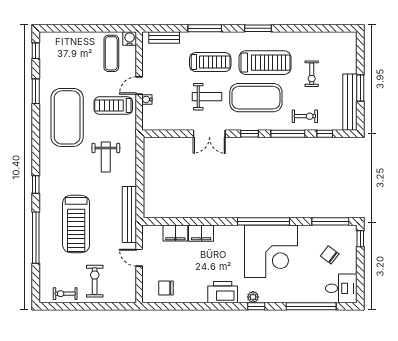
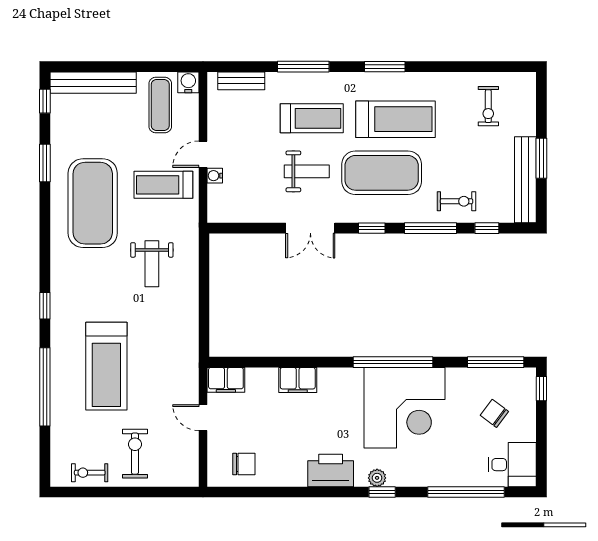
exercise bike: (312, 74) -> (488, 106), moved
bench: (129, 215) -> (93, 83), moved, turned 90
filing cabinet: (175, 233) -> (226, 380), moved
chair: (166, 288) -> (244, 464), turned 180

